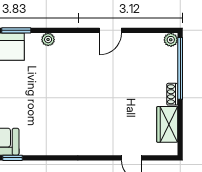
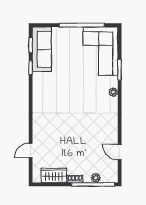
door: (110, 30) -> (120, 152), moved
plant: (171, 40) -> (96, 178), moved

